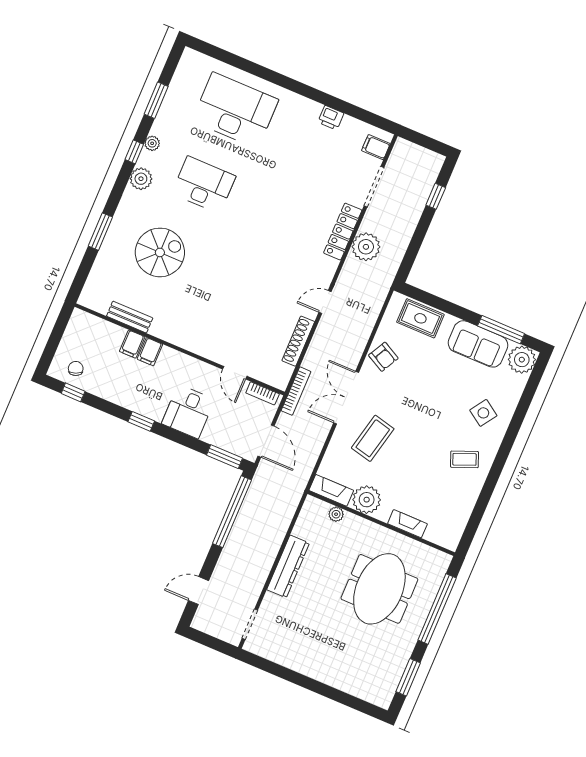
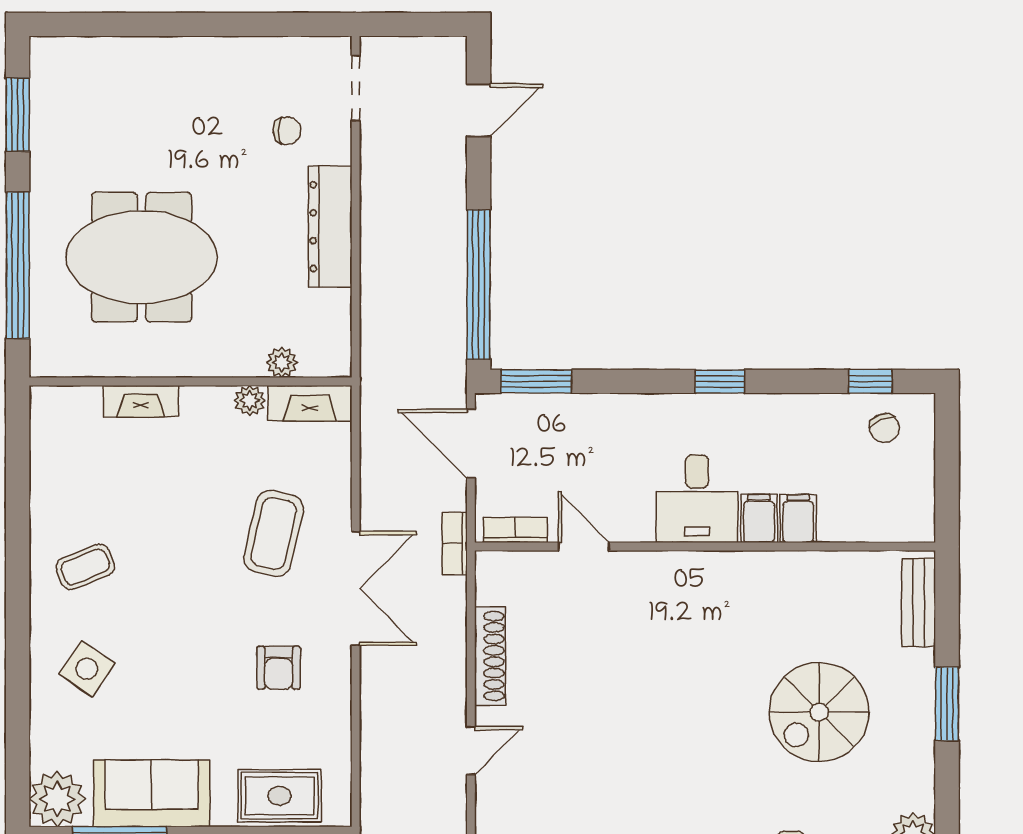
bench: (130, 317) -> (919, 603), moved, turned 90
armchair: (383, 357) -> (279, 668), moved, turned -118
bookcase: (296, 391) -> (455, 543), width x0.64
desk: (188, 412) -> (697, 499), moved, turned 180
plant: (367, 500) -> (250, 401), width x0.53, depth x0.53
meeting table: (379, 589) -> (142, 257), turned 90
chair: (289, 618) -> (287, 131), added

